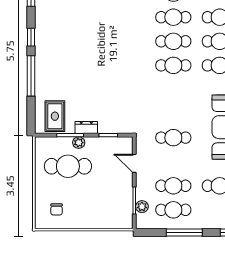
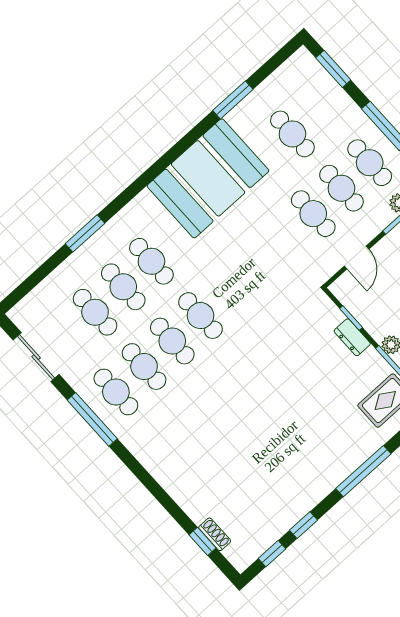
window: (31, 37) -> (303, 525), moved
dresser: (86, 127) -> (352, 337), moved
cafe table: (173, 138) -> (313, 214), moved

